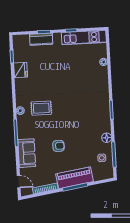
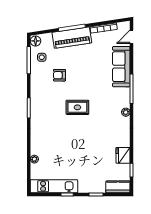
kitchen counter: (41, 39) -> (118, 187), moved
rug: (41, 108) -> (77, 107), moved
floor lamp: (107, 138) -> (36, 41), moved
armchair: (58, 146) -> (59, 75), moved
sofa: (27, 153) -> (121, 67), width x1.36
door: (19, 182) -> (132, 37), hinge flipped

